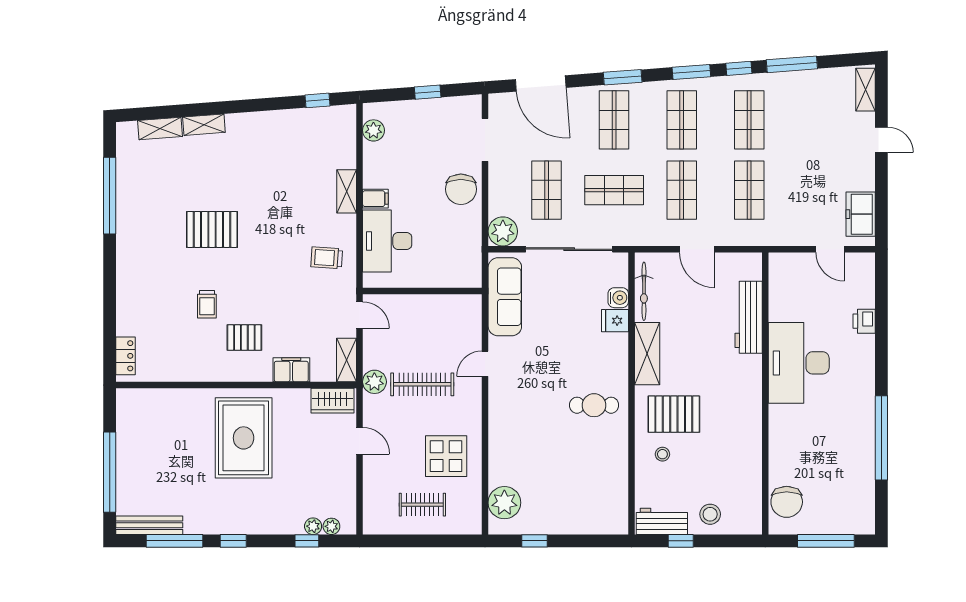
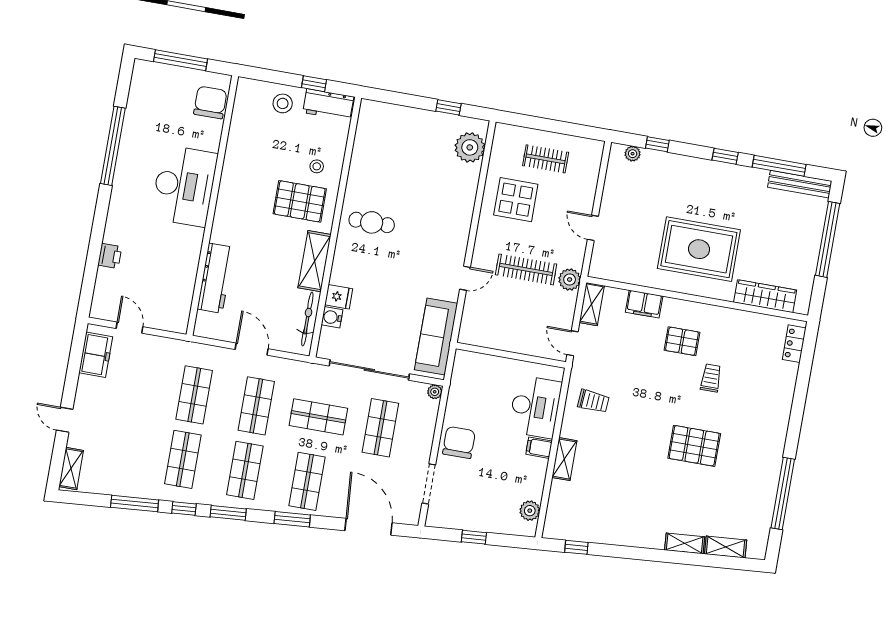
plant: (503, 231) -> (435, 392), width x0.53, depth x0.53
desk: (799, 363) -> (184, 186), moved
wardrobe: (333, 401) -> (765, 296), moved, width x1.50
rug: (244, 438) -> (699, 249), turned 90
plant: (313, 526) -> (649, 157), removed

